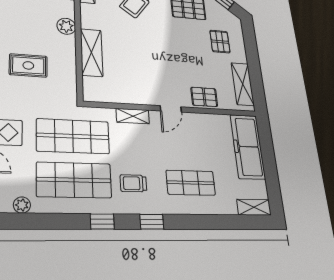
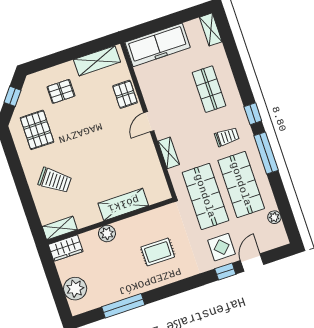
rug: (28, 65) -> (158, 252), turned 90
door: (171, 109) -> (149, 122), swing flipped
trolley: (133, 183) -> (227, 137), turned -90
window: (102, 221) -> (266, 153), width x2.17

